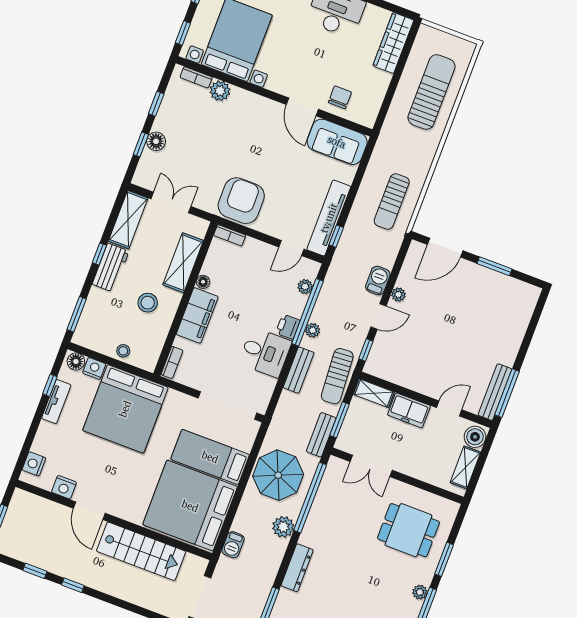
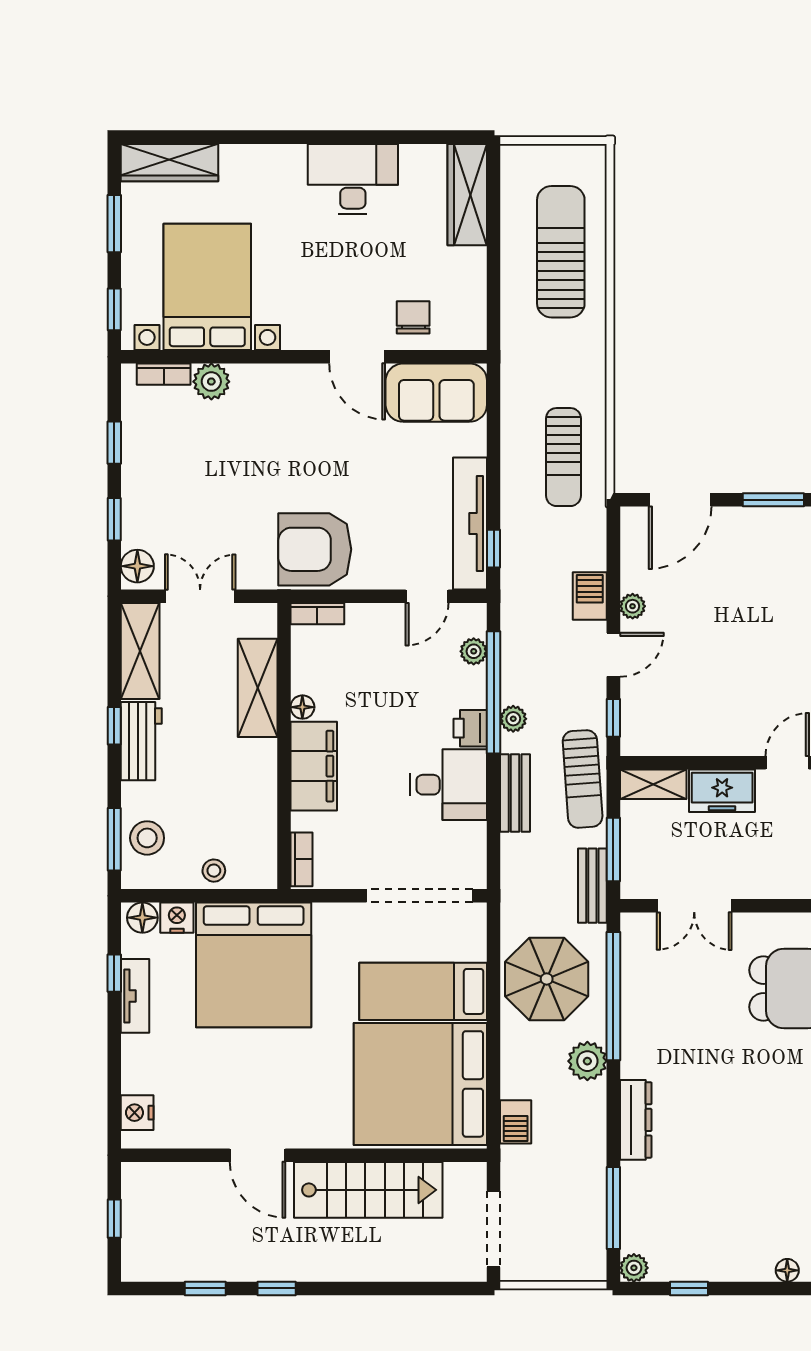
floor lamp: (156, 141) -> (137, 566), moved
armchair: (241, 201) -> (315, 549), turned -90
stool: (148, 303) -> (147, 838), moved
nightstand: (64, 487) -> (201, 1132), removed

